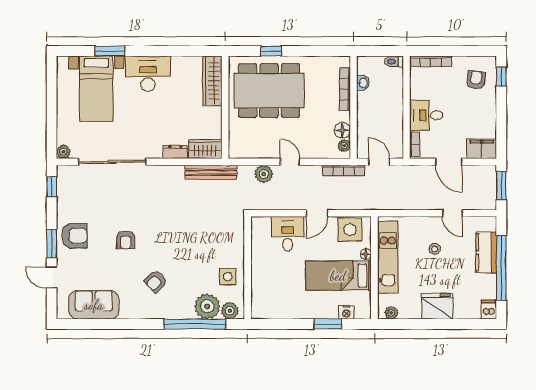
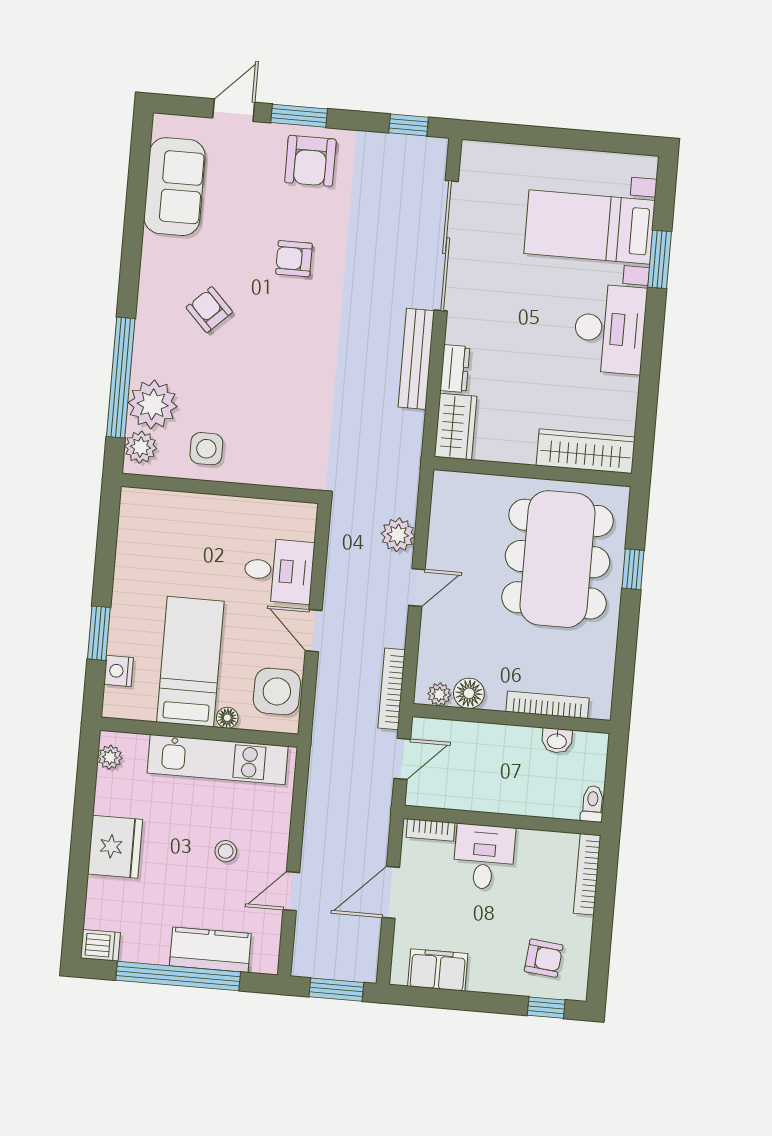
filing cabinet: (482, 149) -> (438, 970), moved, turned -90
plant: (63, 152) -> (474, 153), removed
bench: (211, 172) -> (416, 359), moved

